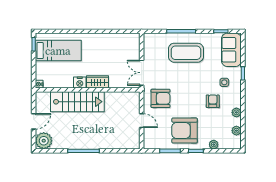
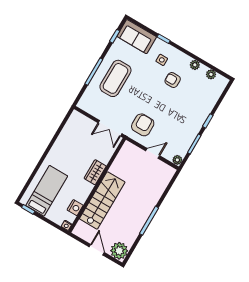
nightstand: (80, 83) -> (75, 208), moved
armchair: (185, 130) -> (184, 120), removed
plant: (214, 145) -> (177, 160), moved

